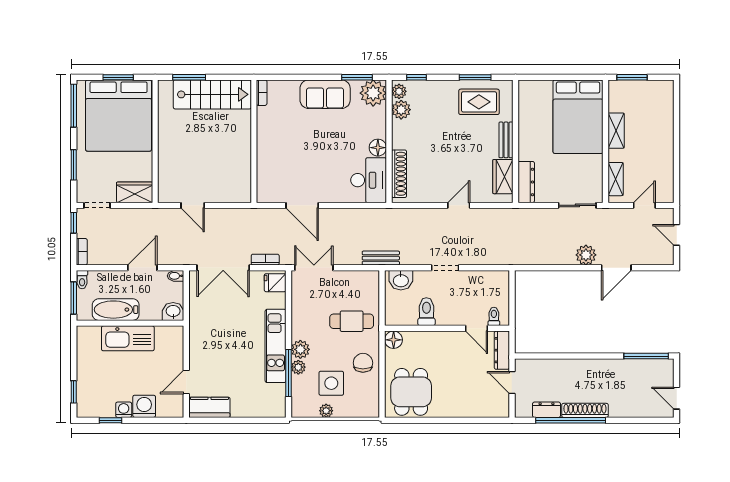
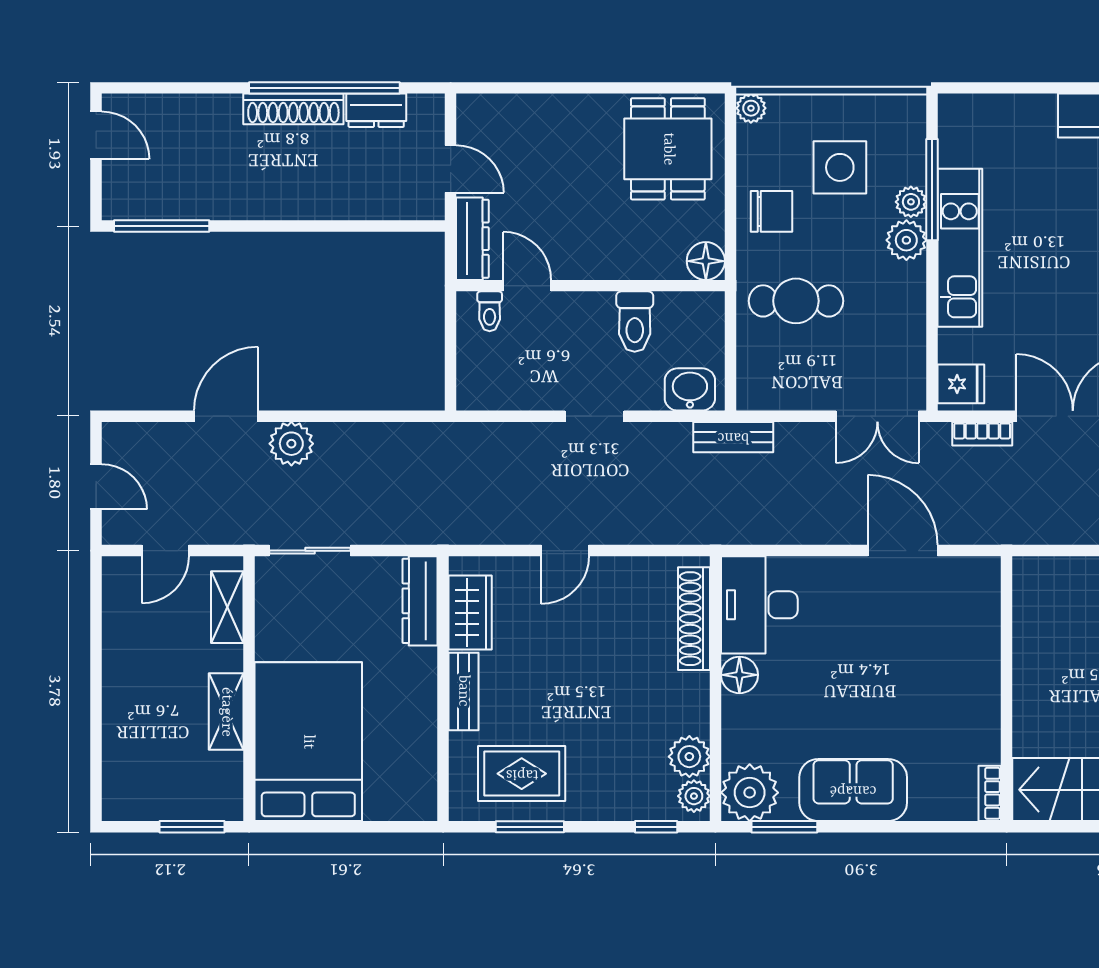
chair: (363, 363) -> (772, 211), turned -90
plant: (326, 411) -> (751, 108), moved

